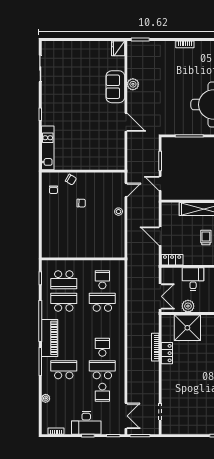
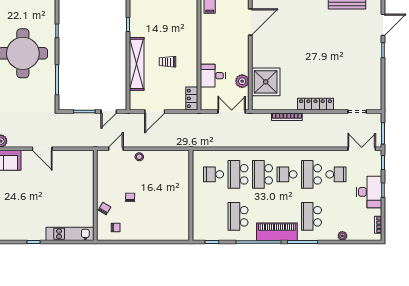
door: (126, 122) -> (42, 149), swing flipped
door: (126, 190) -> (116, 149), hinge flipped
door: (160, 236) -> (155, 111), moved
school desk: (64, 280) -> (262, 174), moved, turned 180
locker: (167, 353) -> (316, 104), moved, width x1.53

